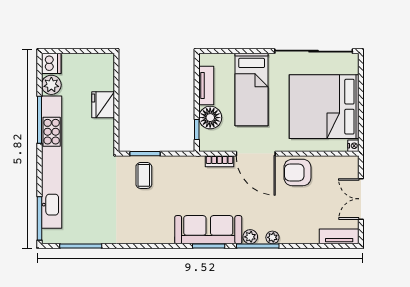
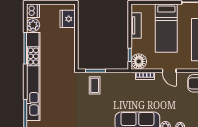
fridge: (103, 105) -> (68, 19), moved
floor lamp: (210, 118) -> (139, 61), moved
door: (256, 154) -> (169, 71), width x0.53

